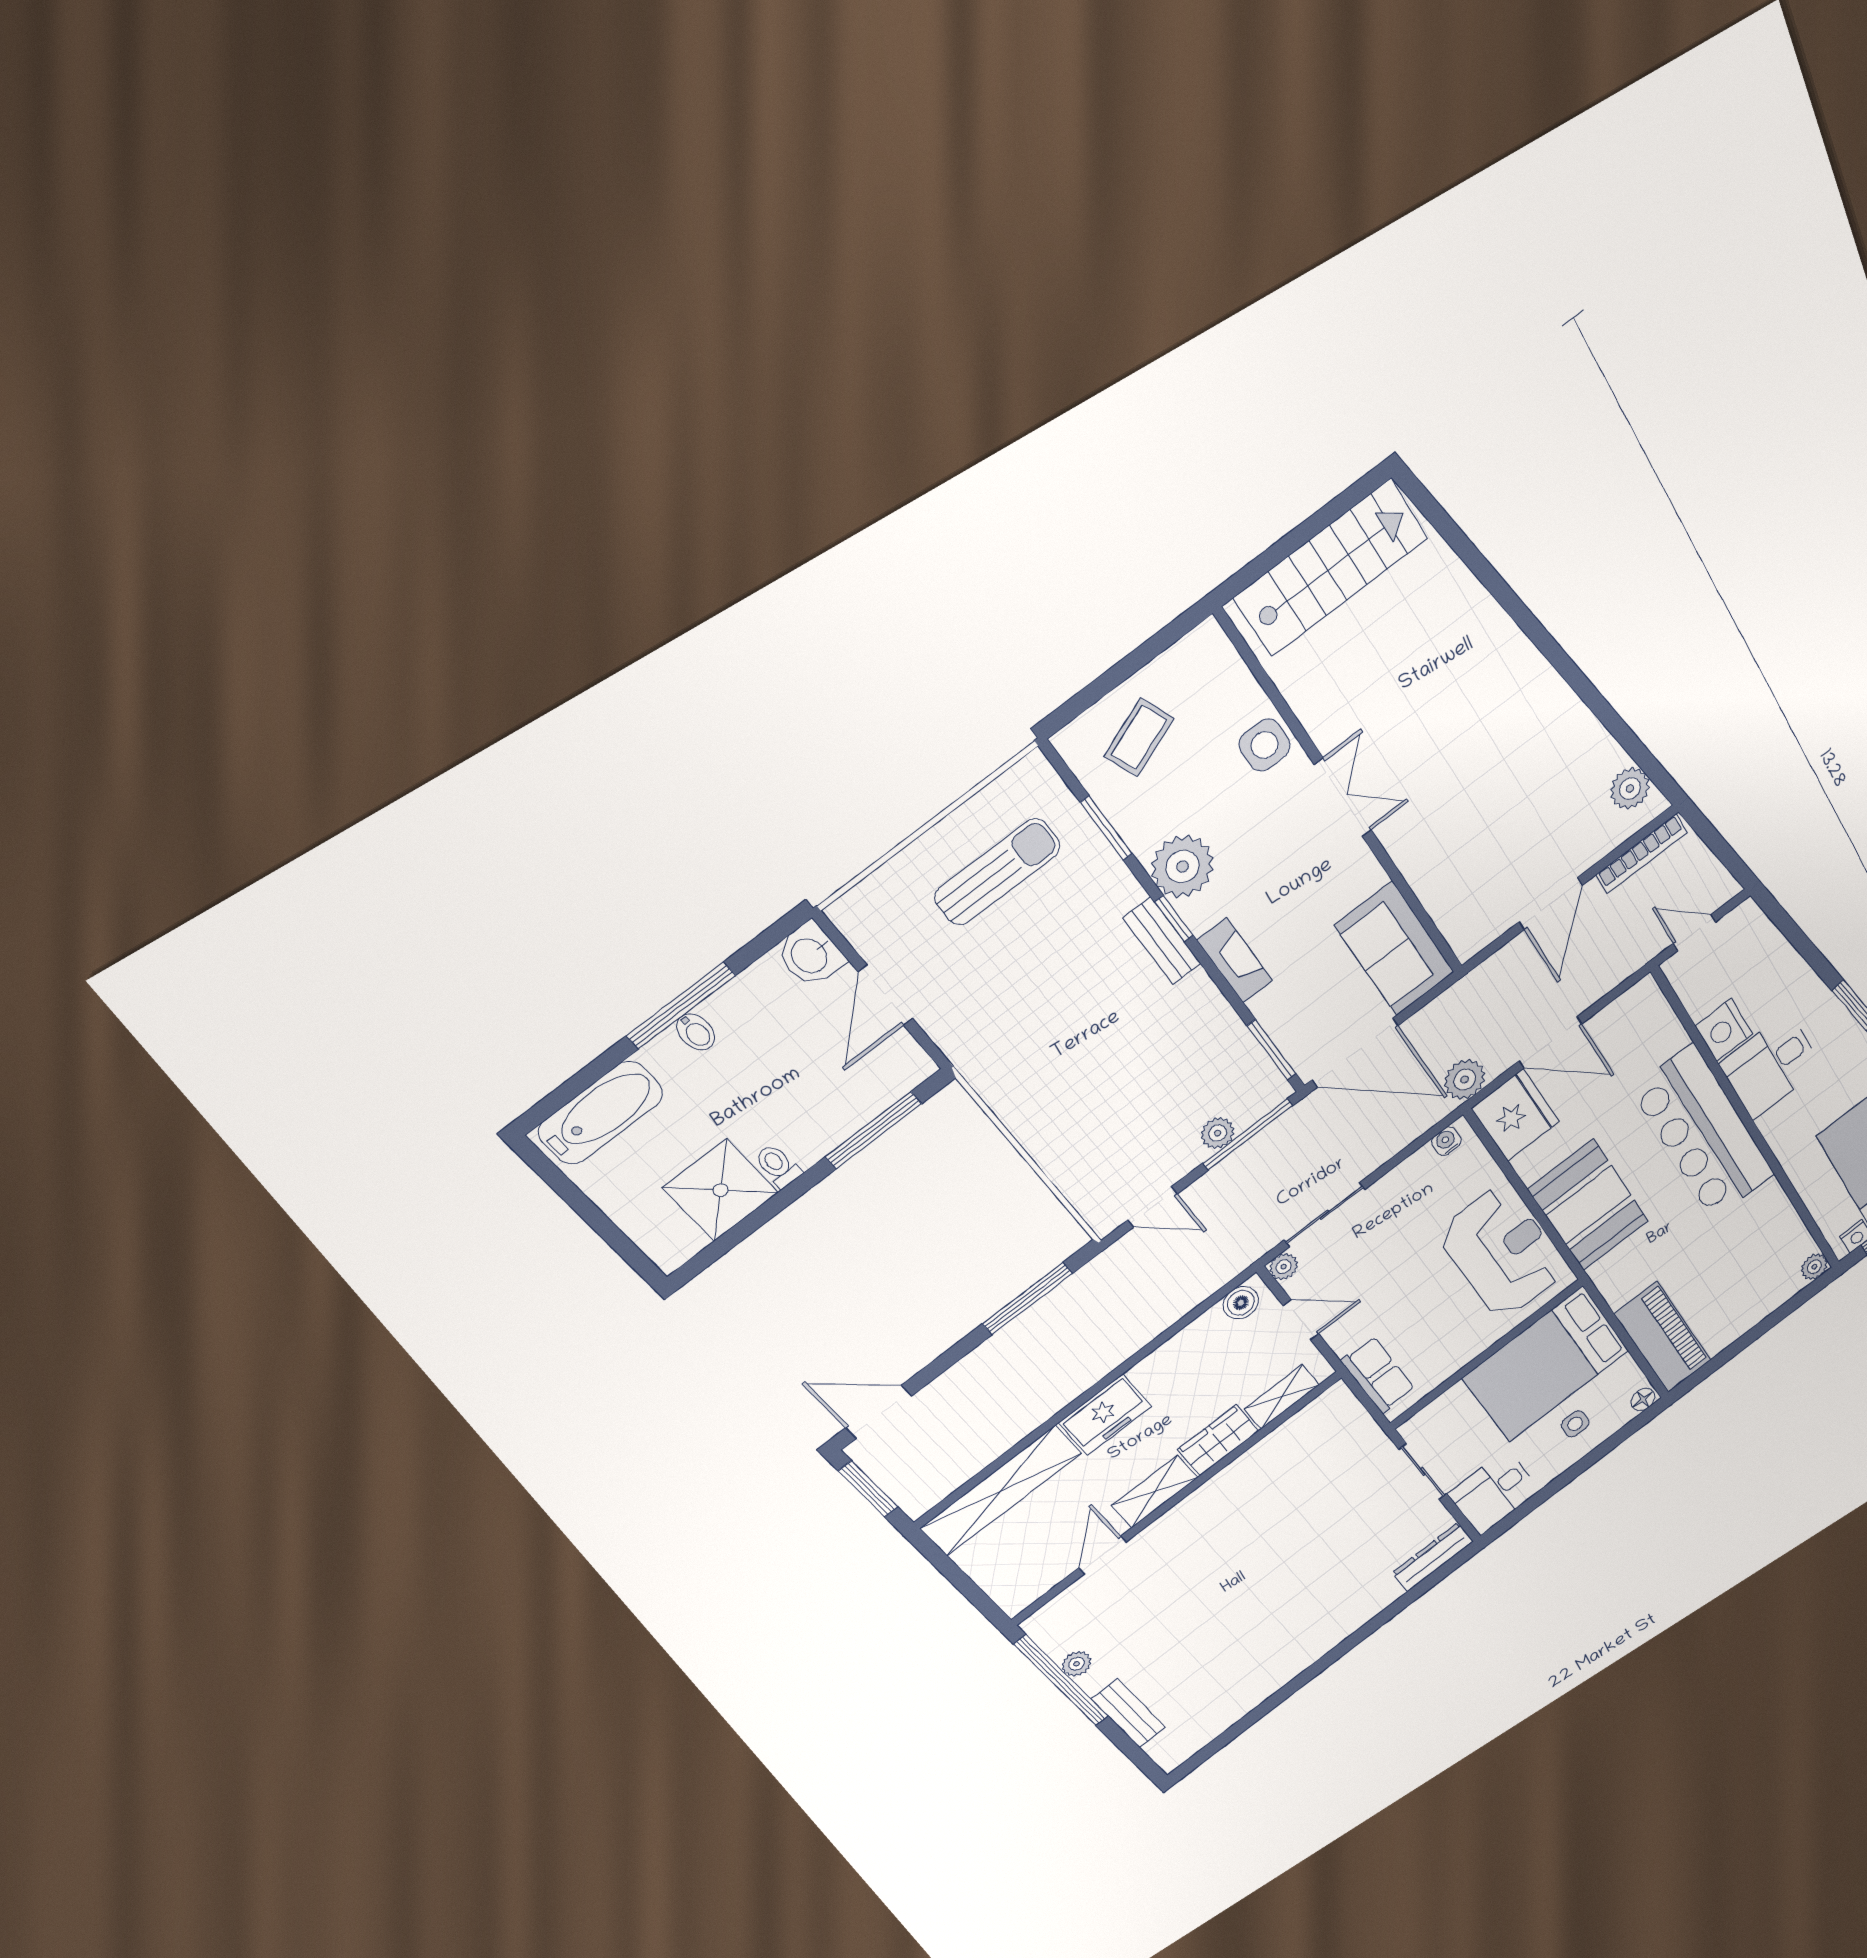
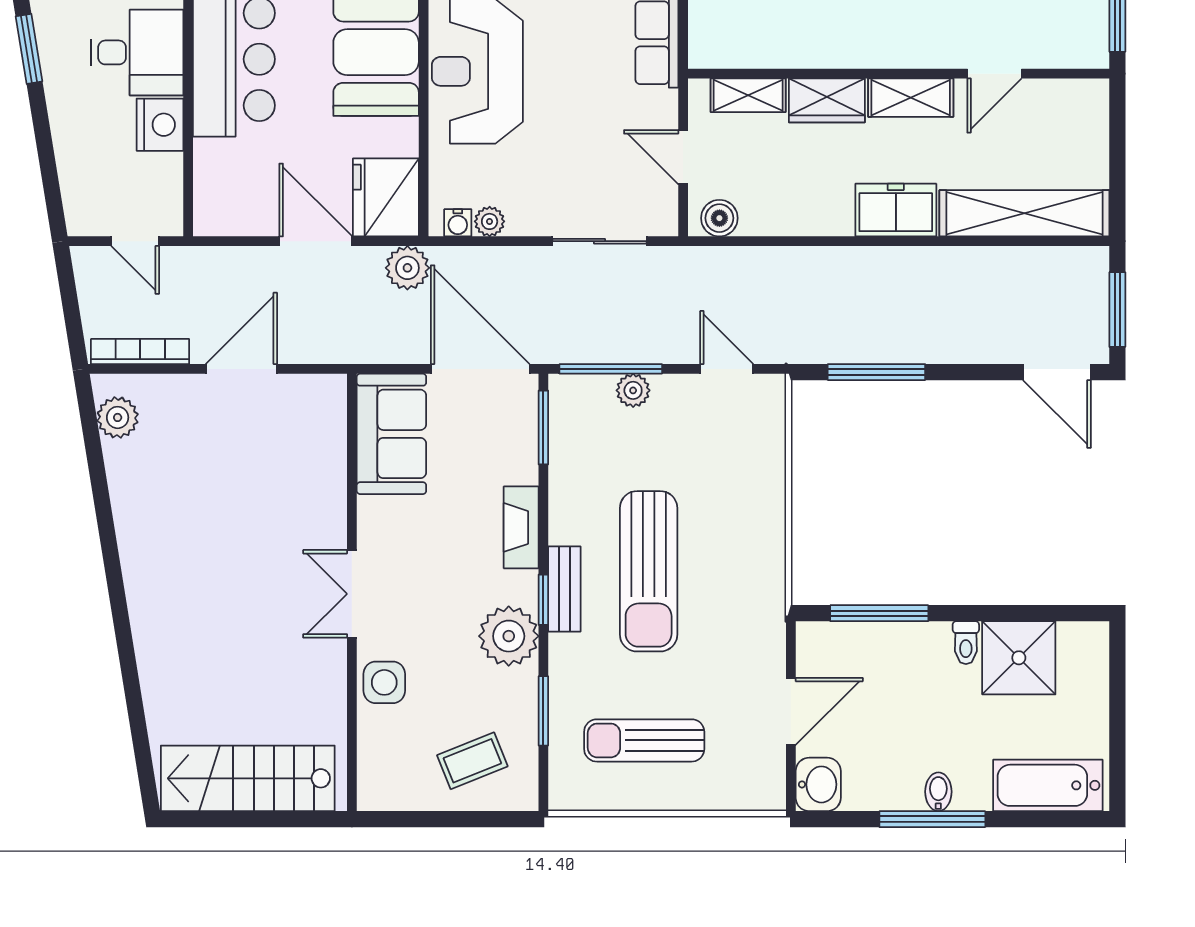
sun lounger: (1100, 1010) -> (649, 571), added
plant: (1284, 1267) -> (490, 221), moved

